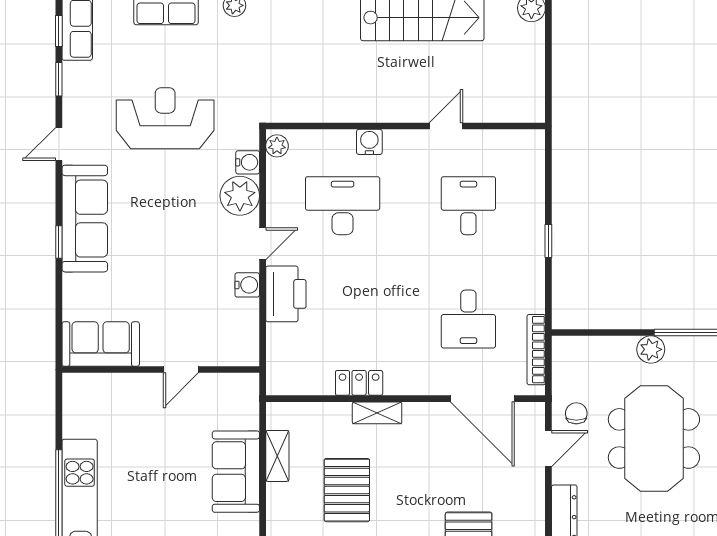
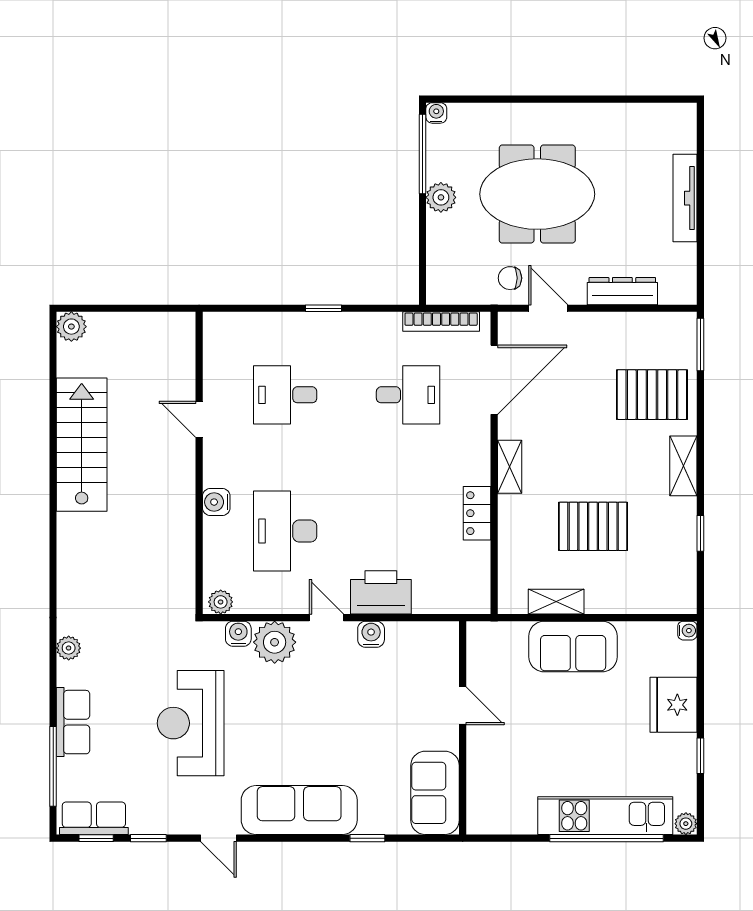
window: (59, 242) -> (367, 838), moved
shelving: (377, 413) -> (510, 467), moved

